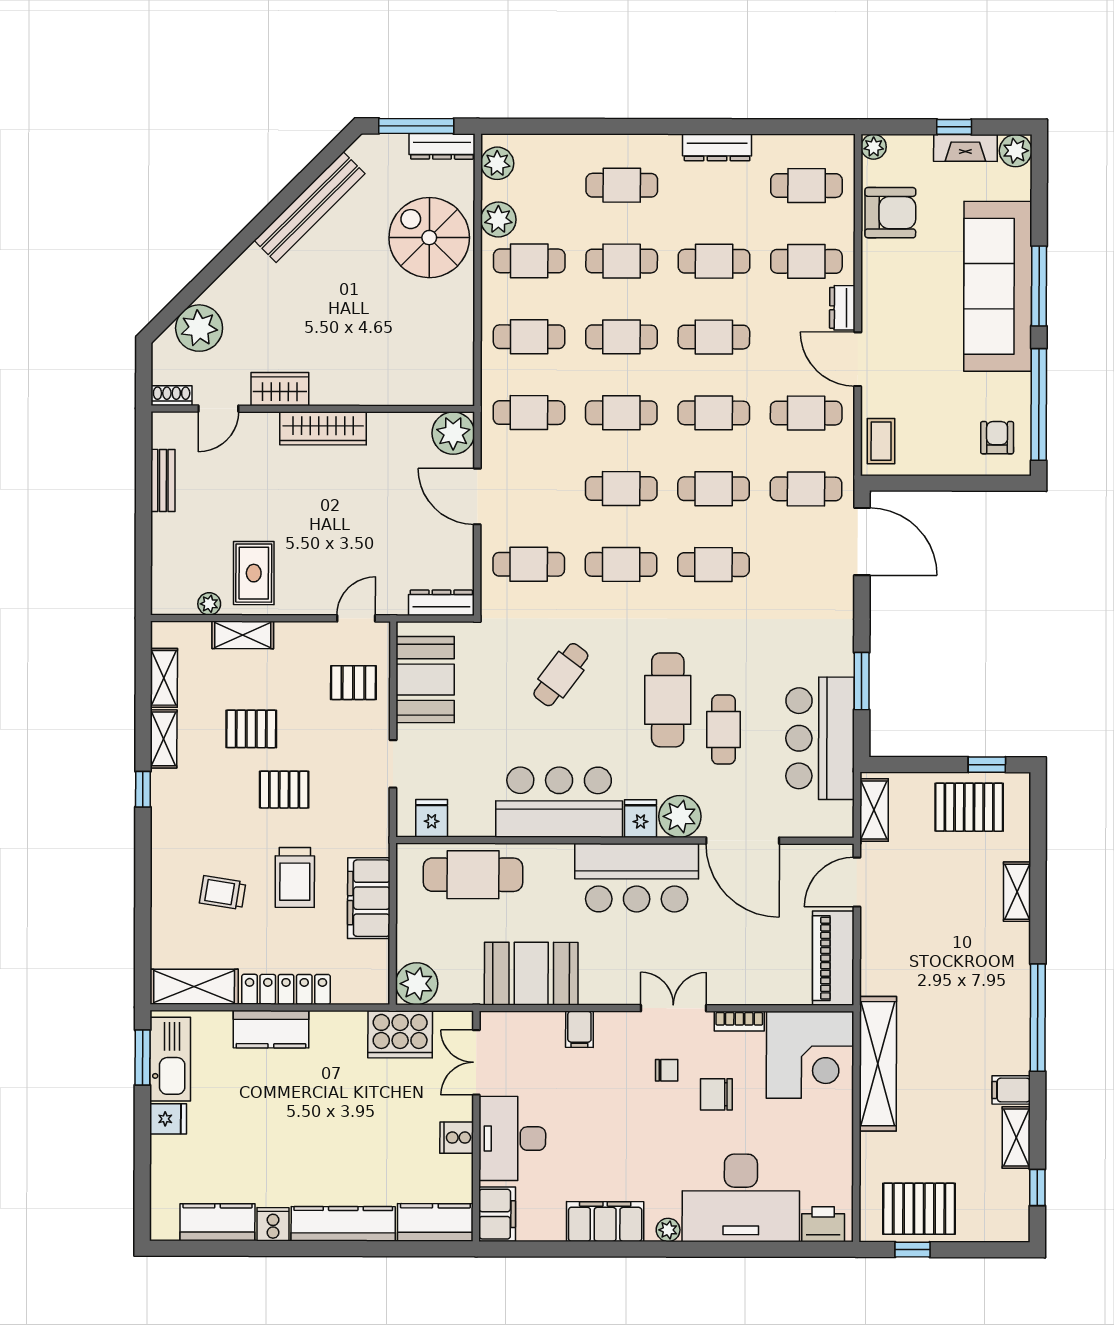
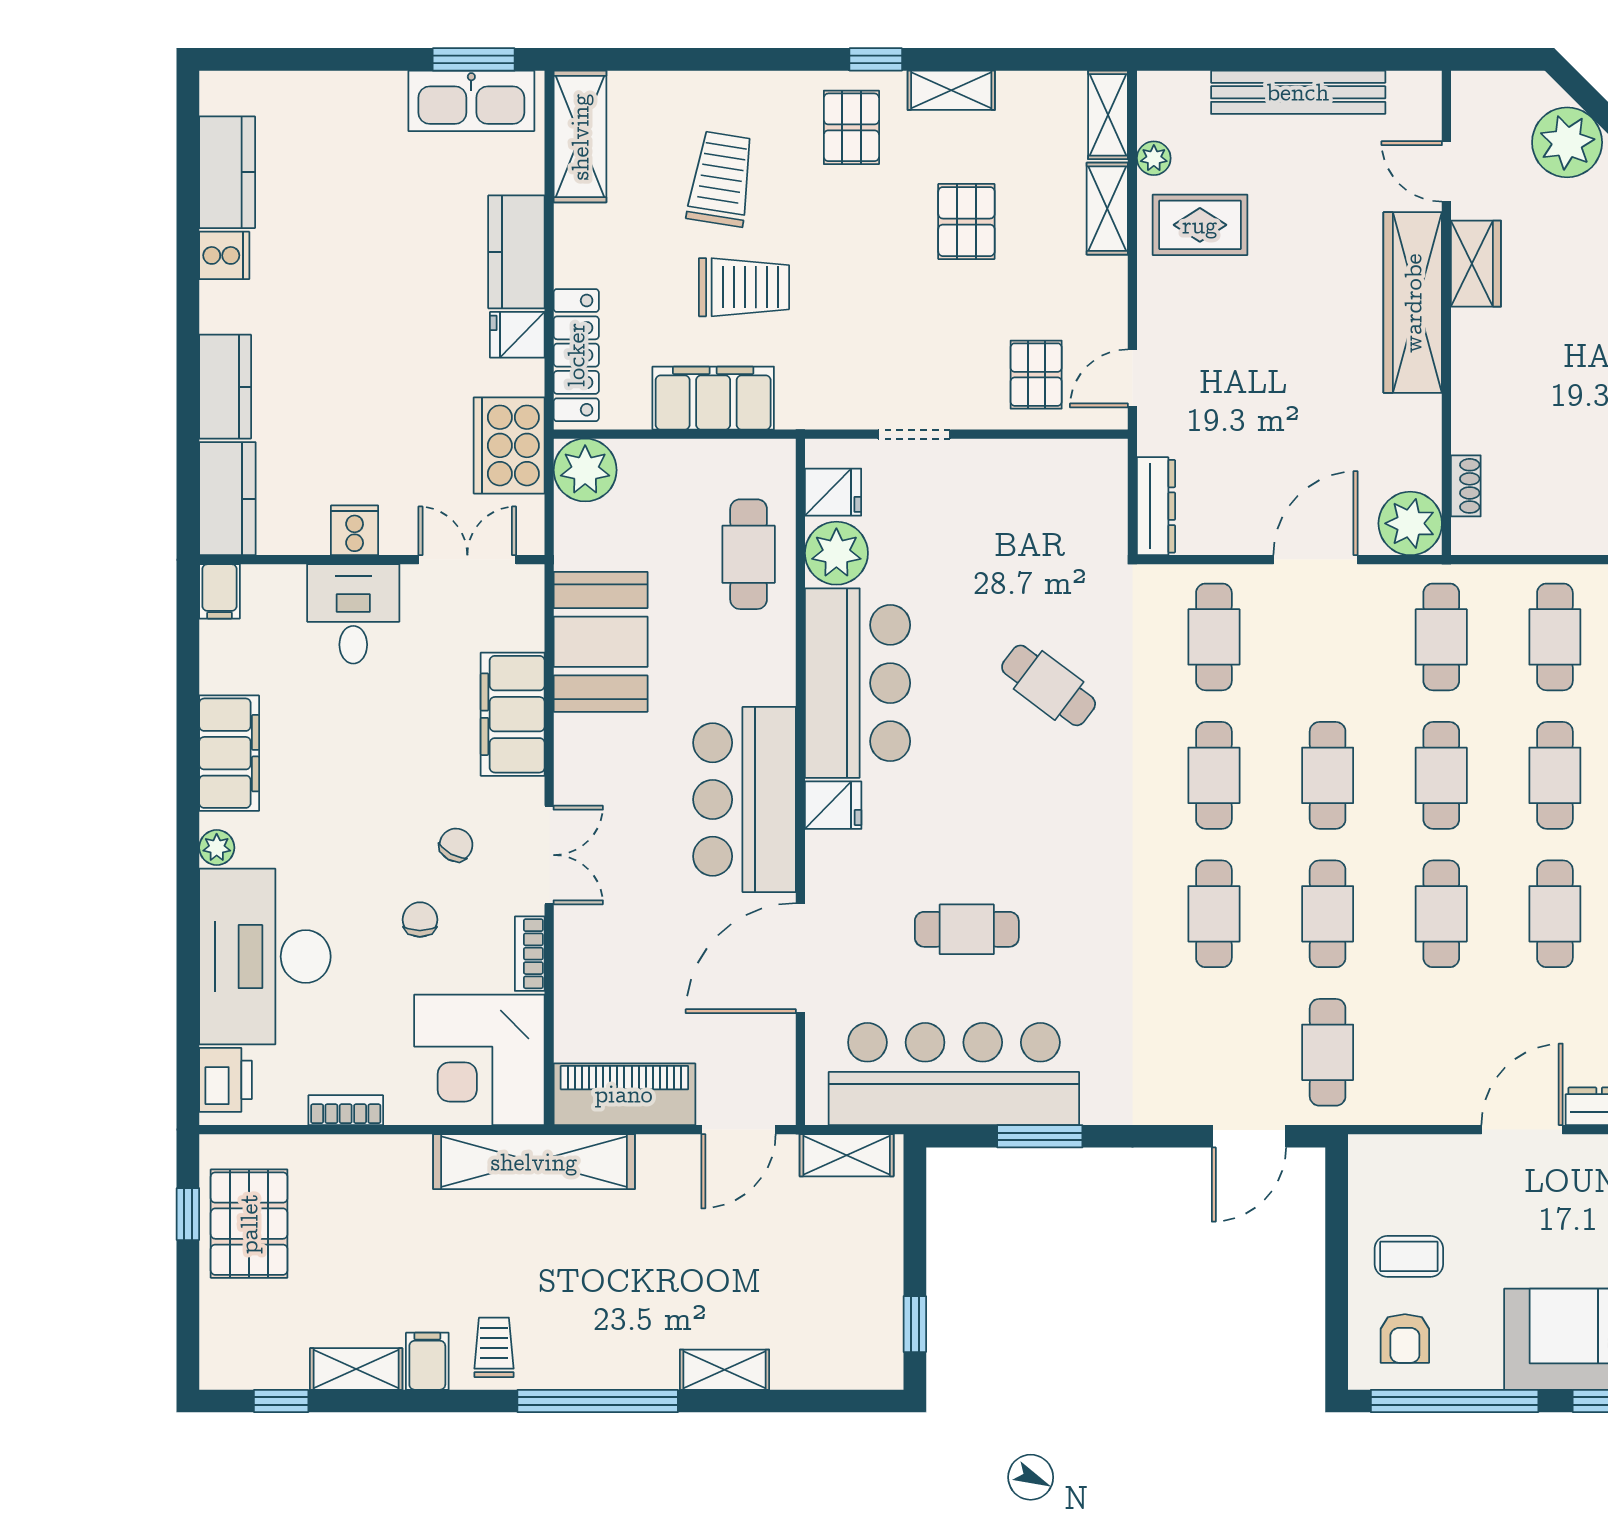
shoe rack: (172, 396) -> (1466, 486), moved
cafe table: (806, 413) -> (1441, 1052), removed
wardrobe: (323, 428) -> (1413, 303), width x1.40, depth x1.17
armchair: (997, 438) -> (1405, 1339), turned 90
coffee table: (881, 441) -> (1409, 1256), moved
bench: (163, 480) -> (1298, 92), width x1.86, depth x1.21
door: (862, 541) -> (1249, 1136), width x0.73
door: (356, 618) -> (1132, 378), swing flipped
shelving: (164, 678) -> (1108, 115), moved, turned 90
booth: (425, 680) -> (1041, 482), removed
cafe table: (668, 700) -> (1011, 846), removed
bar counter: (820, 738) -> (954, 1074), width x1.36
pallet: (284, 790) -> (851, 127), moved
pallet: (969, 807) -> (851, 1298), removed
plant: (680, 816) -> (836, 553), moved
cafe table: (473, 875) -> (749, 554), width x0.73, depth x0.74
trolley: (295, 877) -> (744, 287), turned 180
door: (857, 882) -> (738, 1130), swing flipped
trolley: (223, 893) -> (721, 179), width x1.36, depth x1.39
locker: (286, 989) -> (576, 355), moved
window: (1038, 1018) -> (598, 1401), moved
filing cabinet: (579, 1029) -> (513, 714), width x3.00, depth x1.17
trolley: (1002, 1045) -> (494, 1347), added
shelving: (878, 1064) -> (534, 1162), moved
chair: (667, 1070) -> (456, 845), turned -151
chair: (716, 1094) -> (420, 920), width x0.73, depth x0.73
fridge: (168, 1119) -> (517, 335), moved, turned 90
desk: (512, 1139) -> (353, 614), width x0.73
bookcase: (843, 1144) -> (346, 1110), added
filing cabinet: (497, 1214) -> (220, 591), width x0.50
kitchen counter: (343, 1224) -> (225, 387), width x0.67

